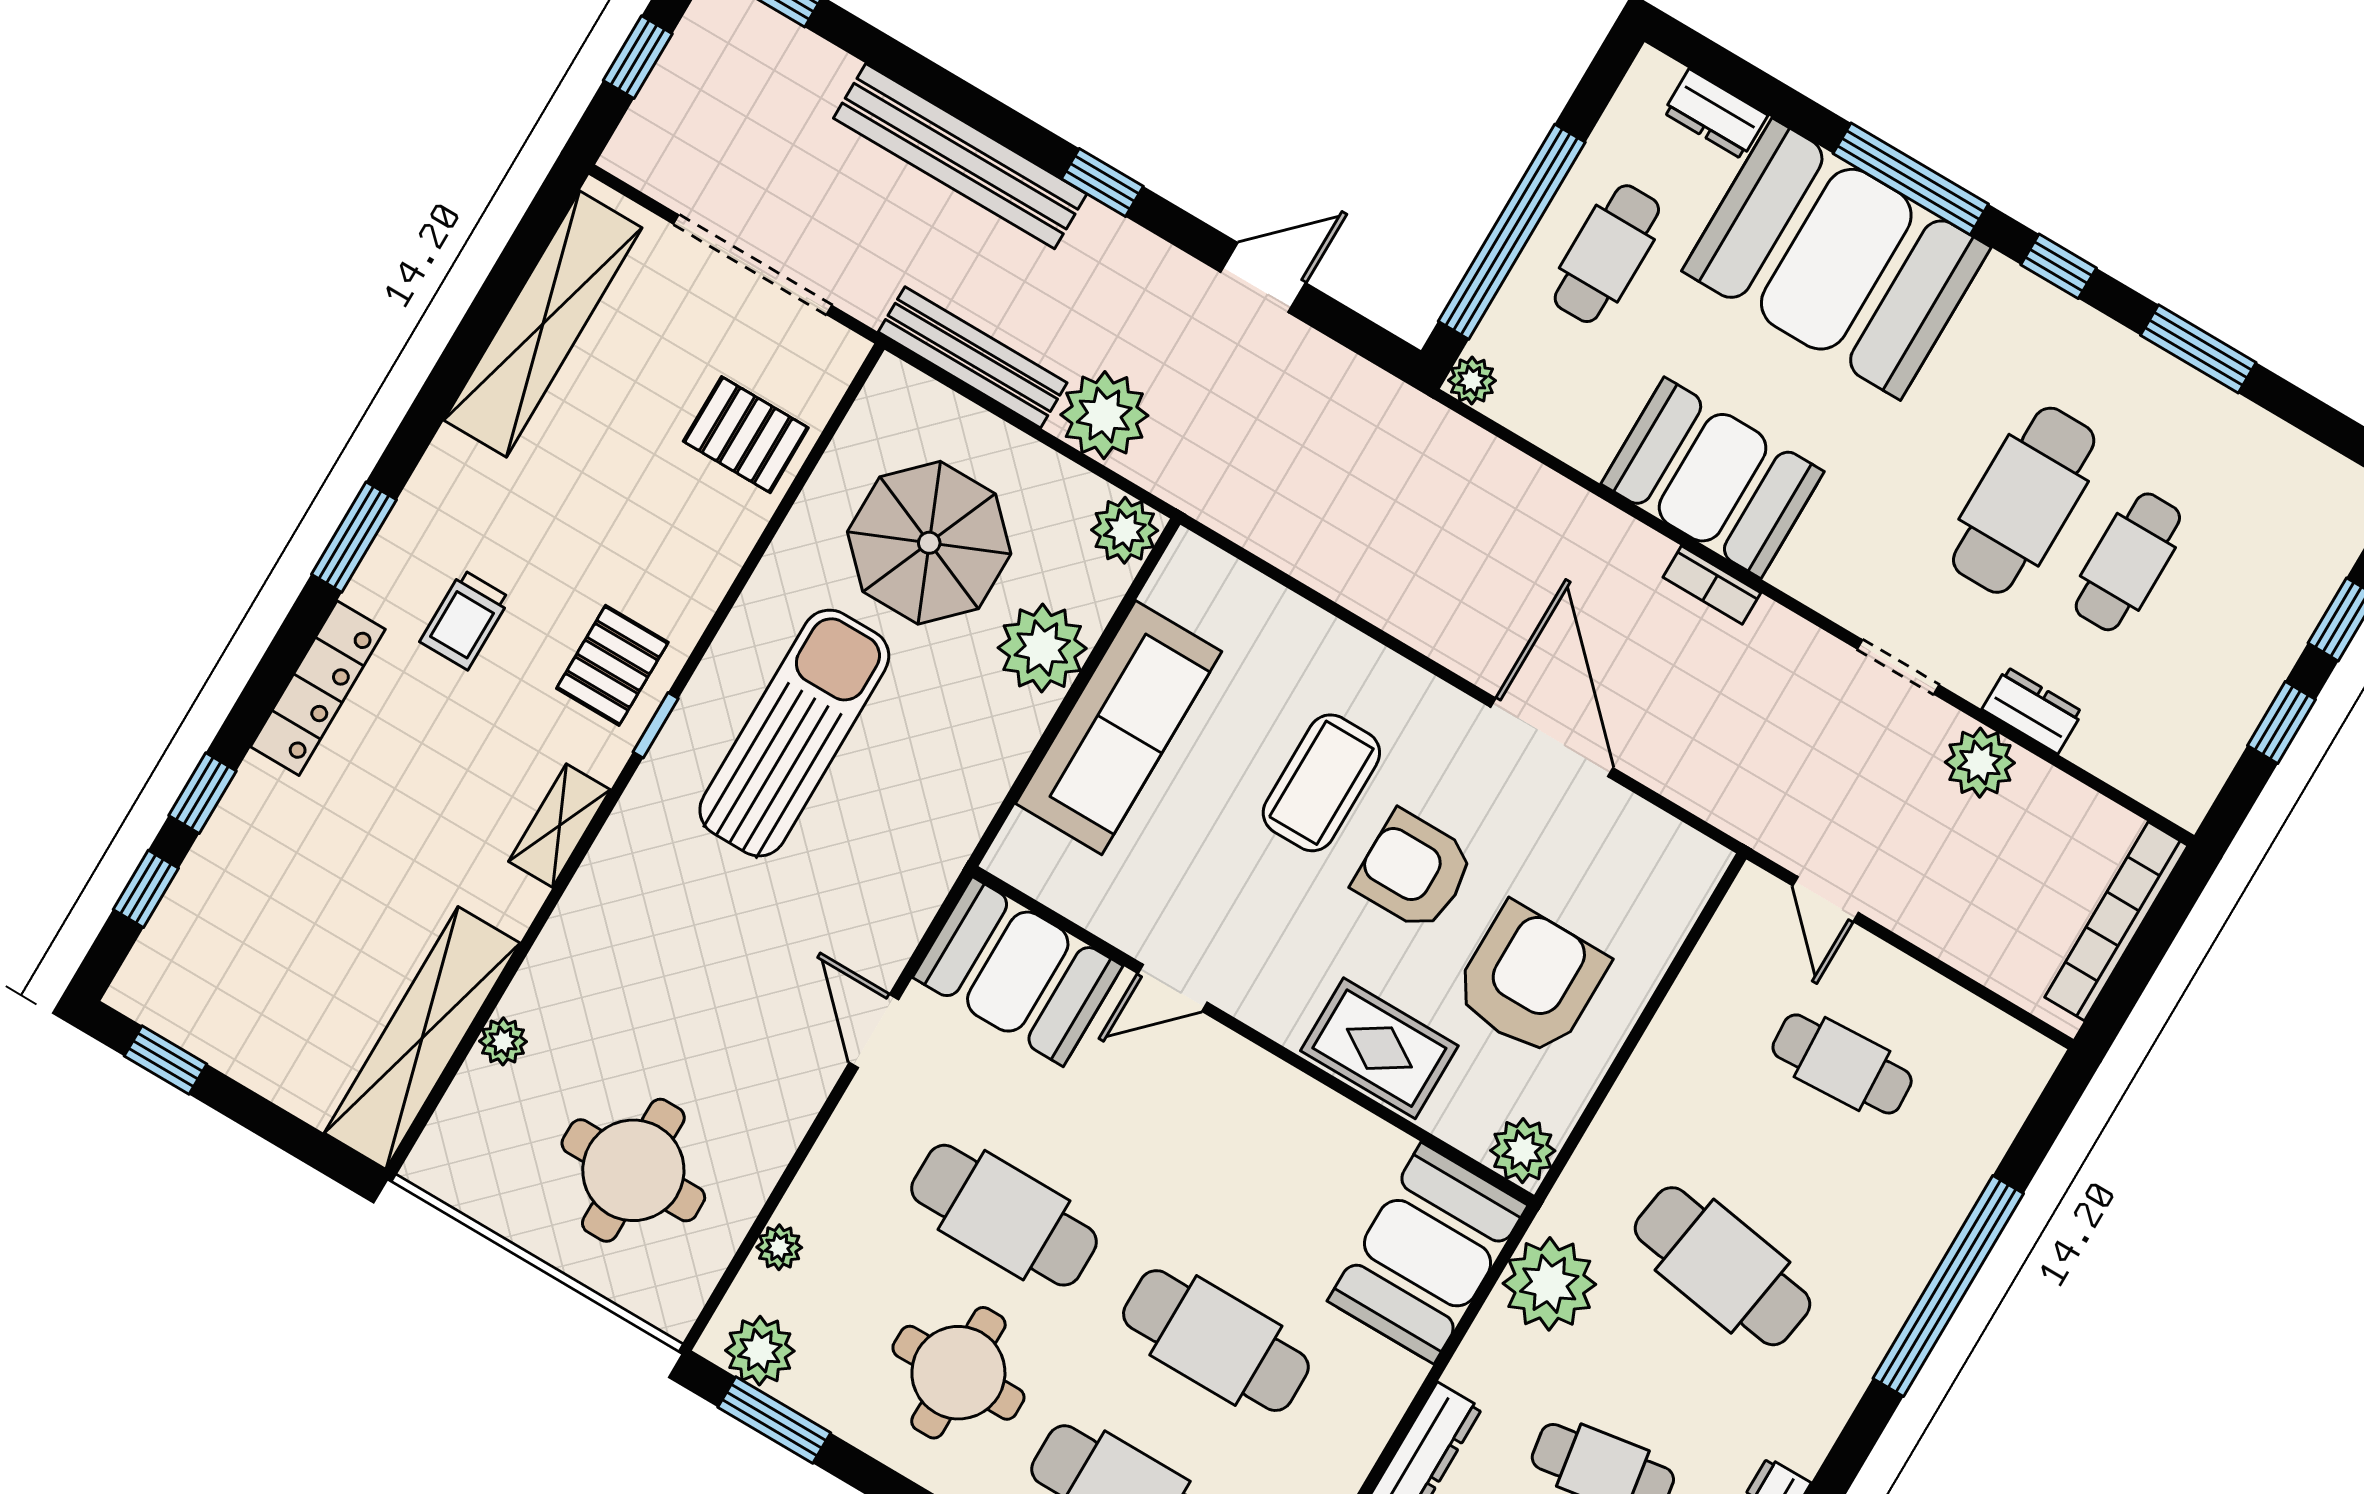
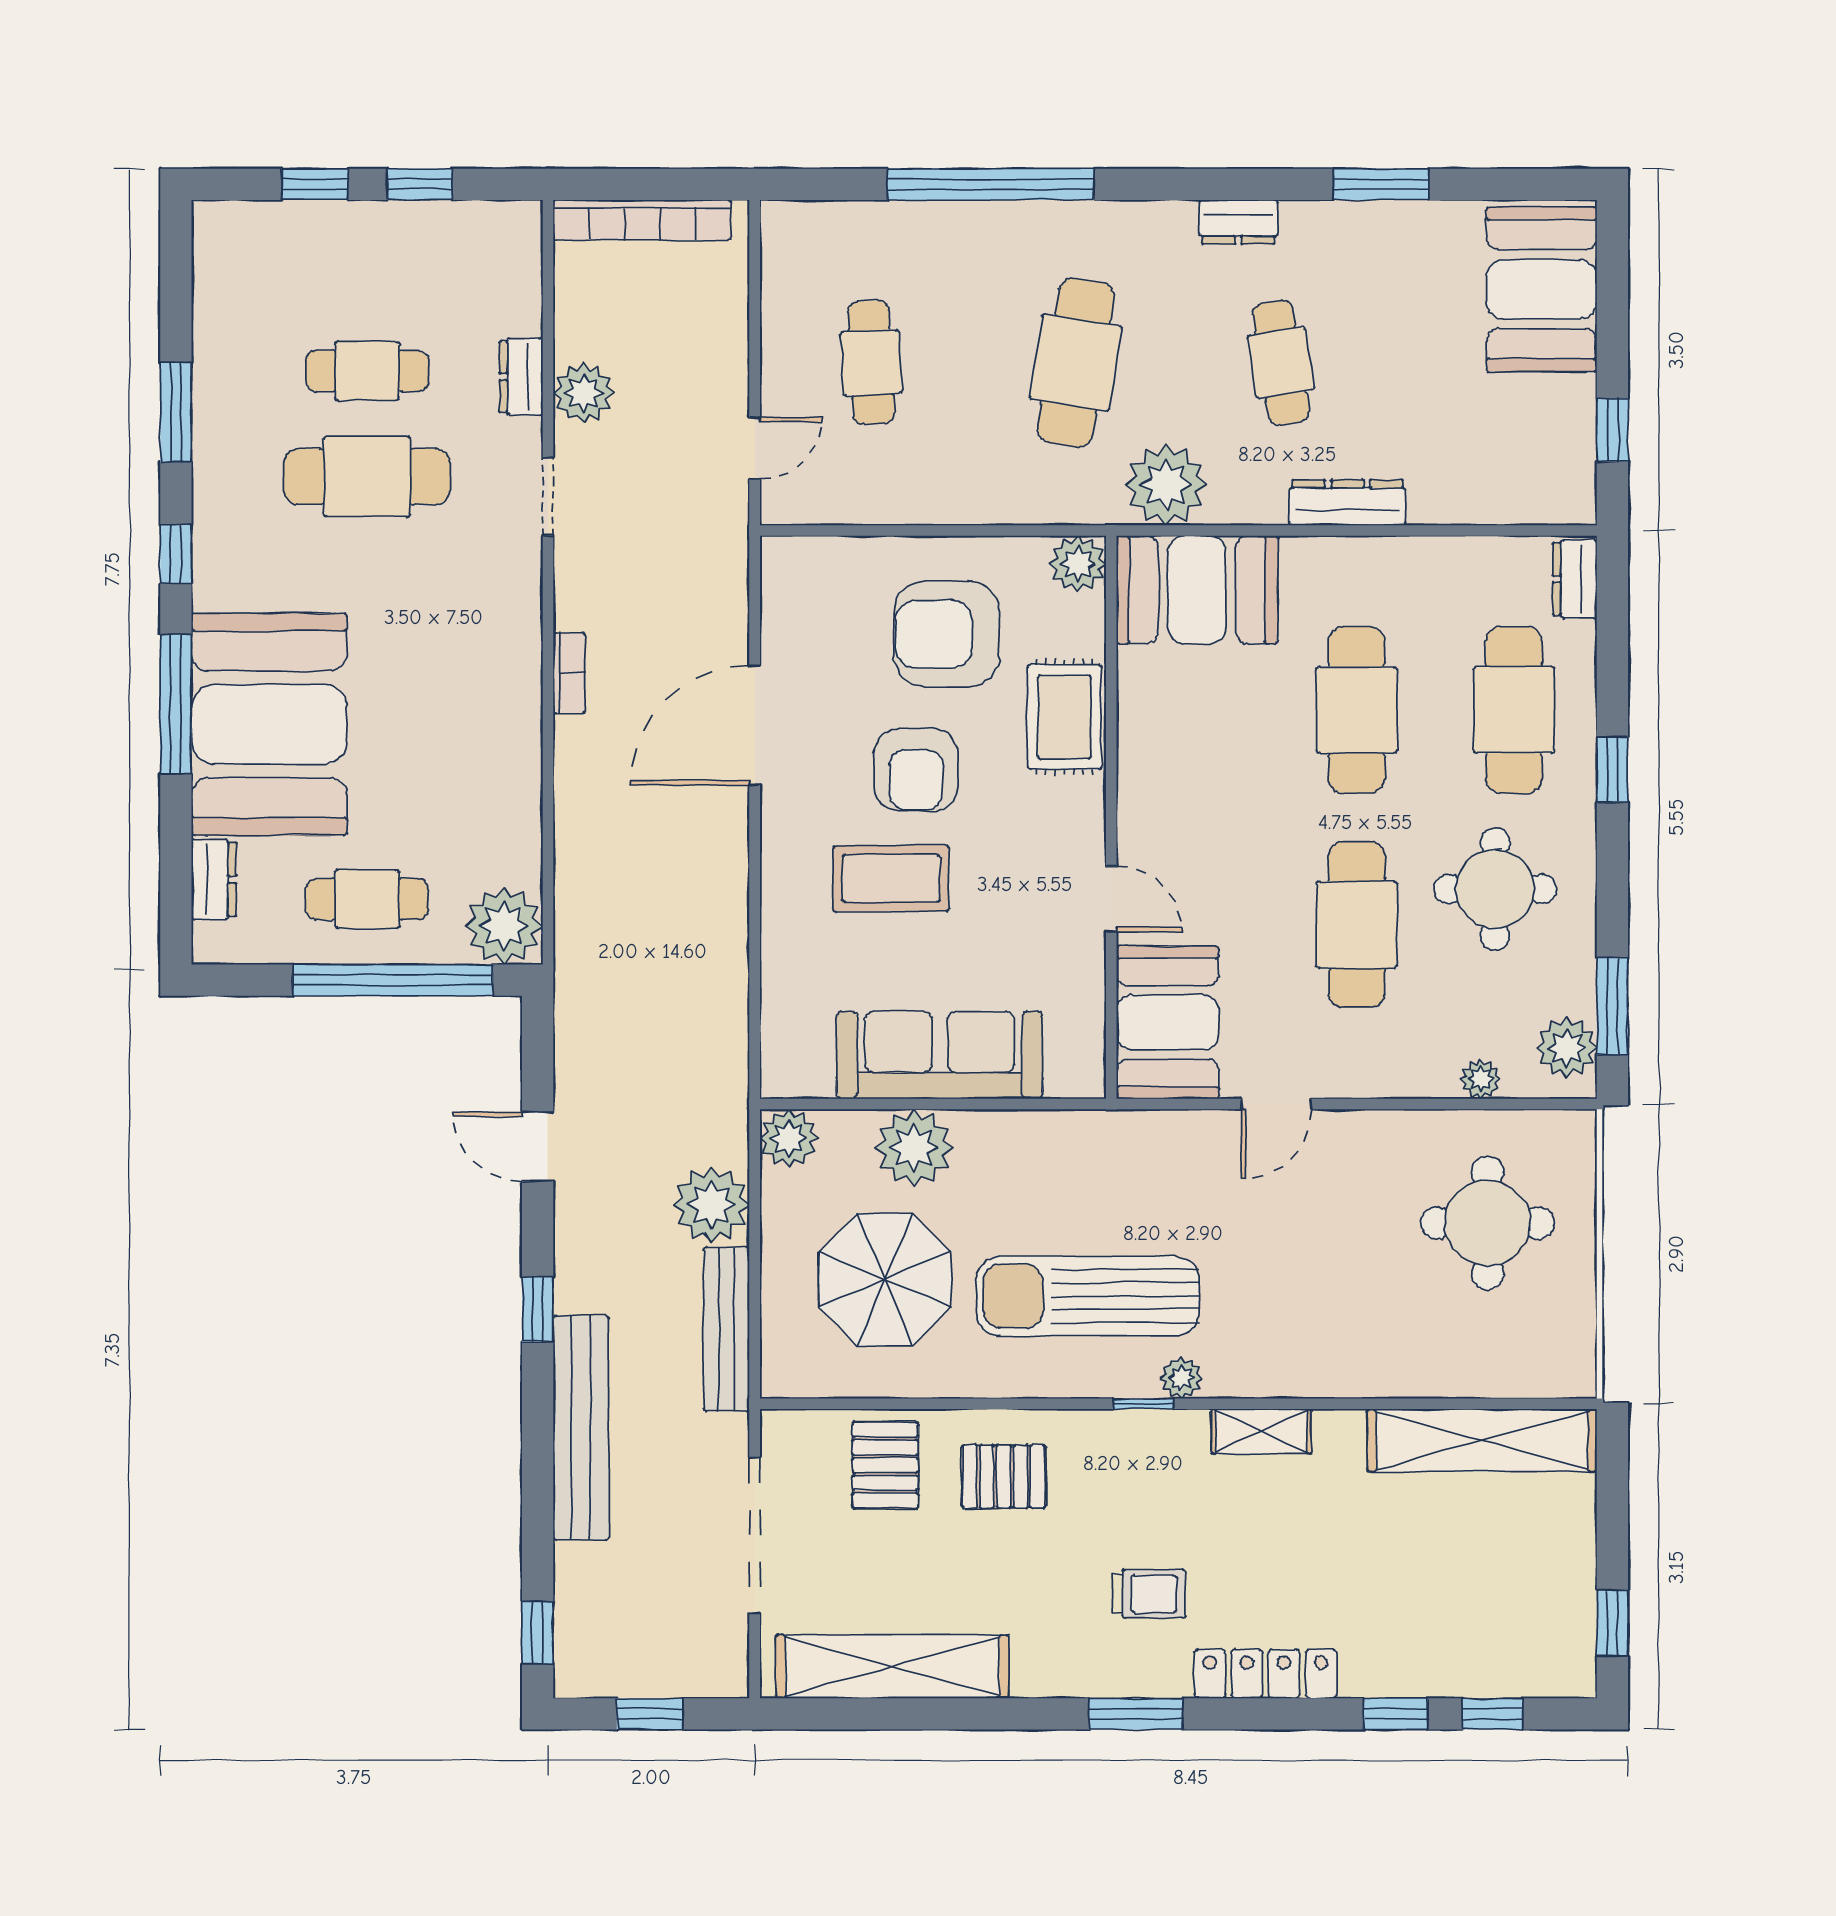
plant: (1472, 381) -> (504, 926), width x1.87, depth x1.87
booth: (1713, 478) -> (488, 720), removed
pallet: (612, 665) -> (1004, 1476), moved
plant: (503, 1041) -> (1181, 1378), moved

